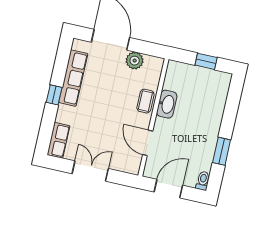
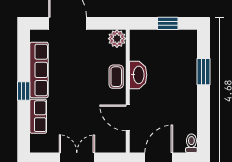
plant: (135, 61) -> (117, 39), moved
row of seats: (58, 140) -> (38, 116), moved
window: (222, 151) -> (204, 72), moved

